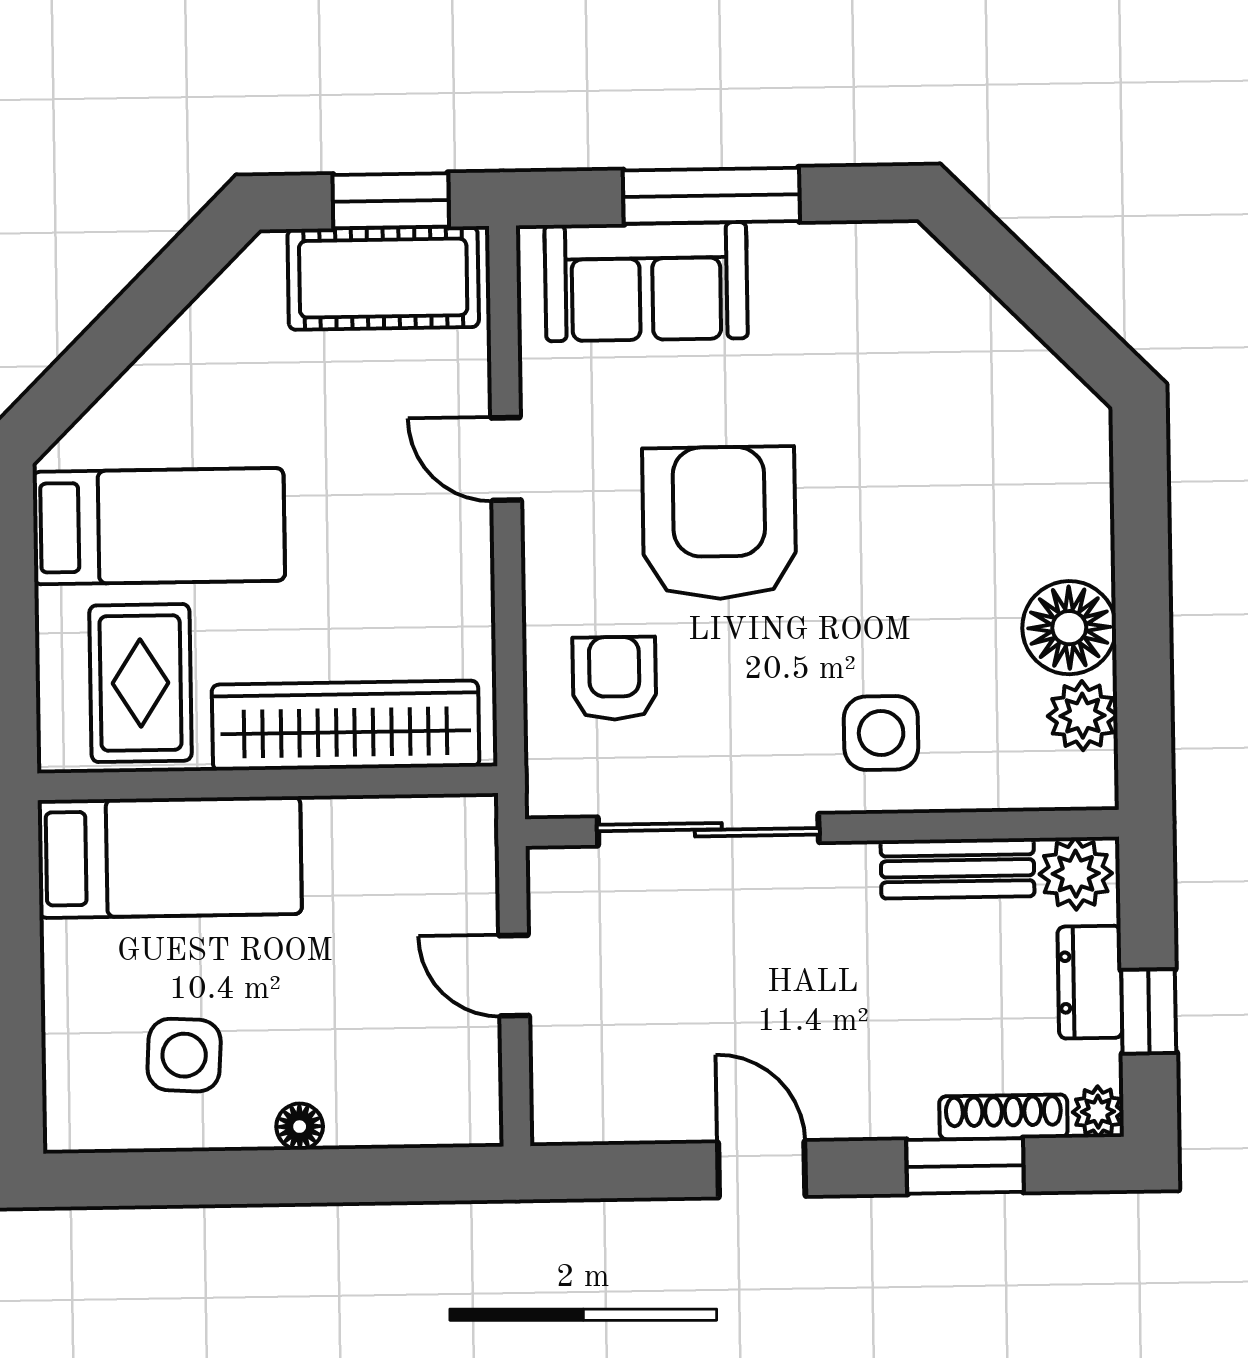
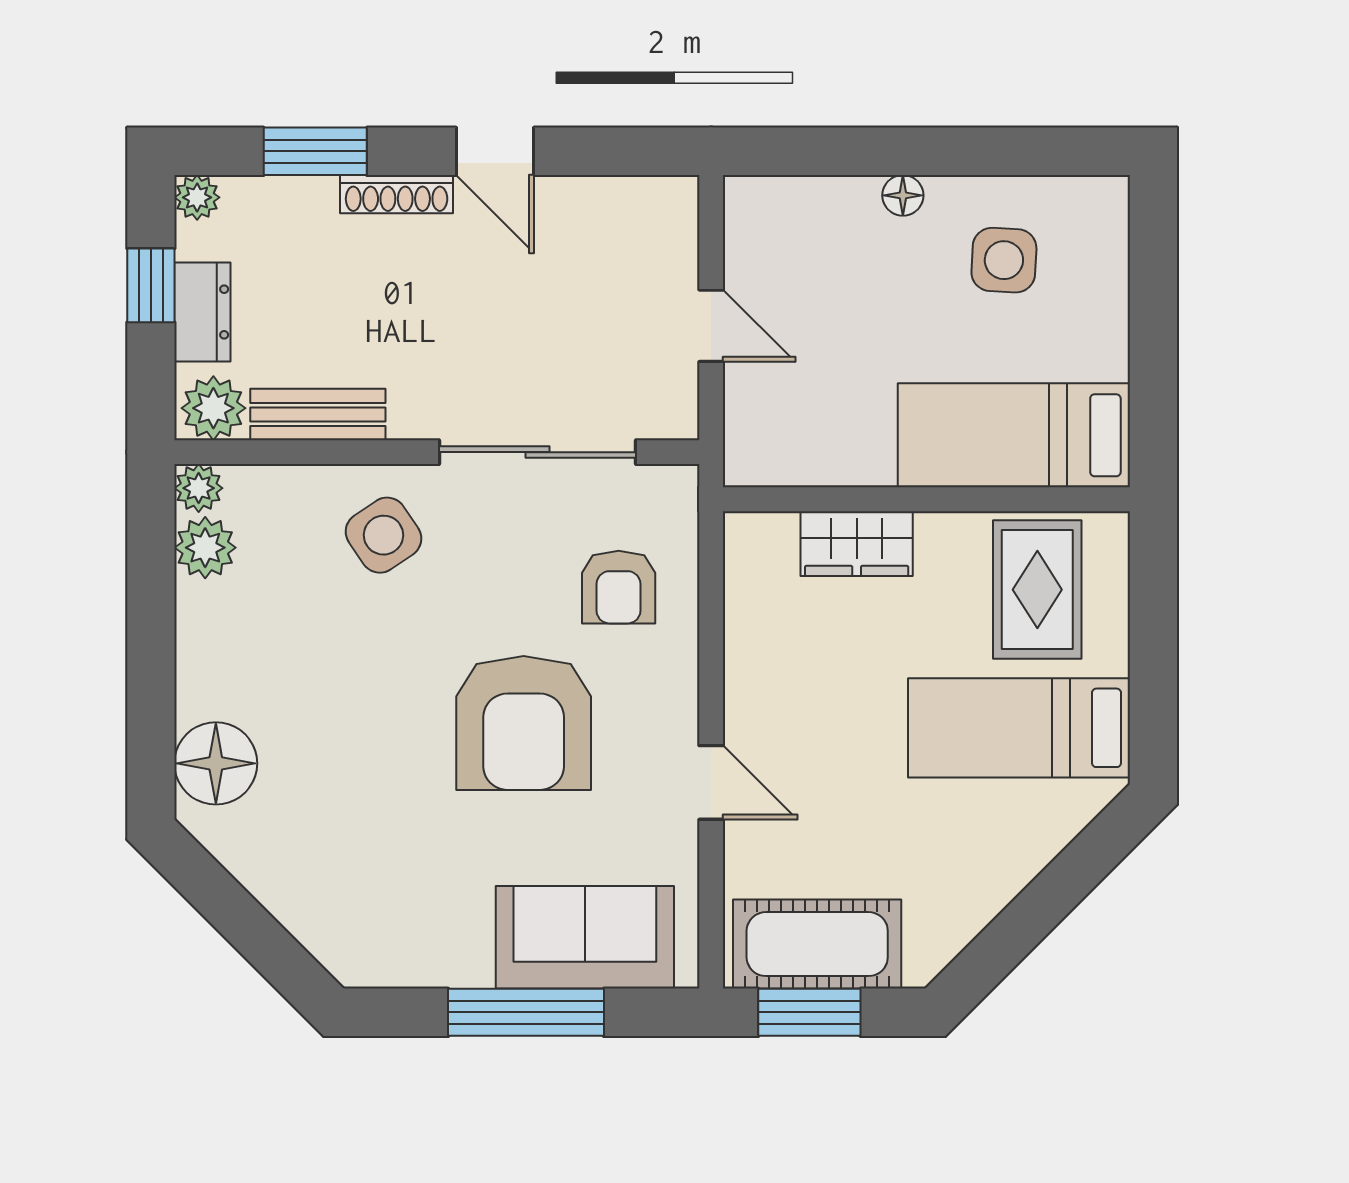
floor lamp: (1069, 628) -> (216, 763), moved
wardrobe: (346, 726) -> (857, 544), width x0.48, depth x0.85
side table: (881, 733) -> (383, 535), turned -34
plant: (1091, 783) -> (199, 488), added
shoe rack: (1003, 1117) -> (397, 194), moved

